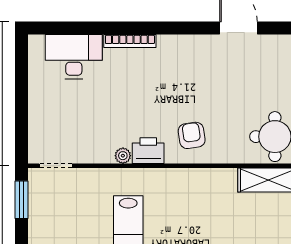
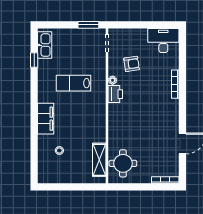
desk: (74, 57) -> (163, 40), moved, turned -90
armchair: (192, 135) -> (132, 64), moved

